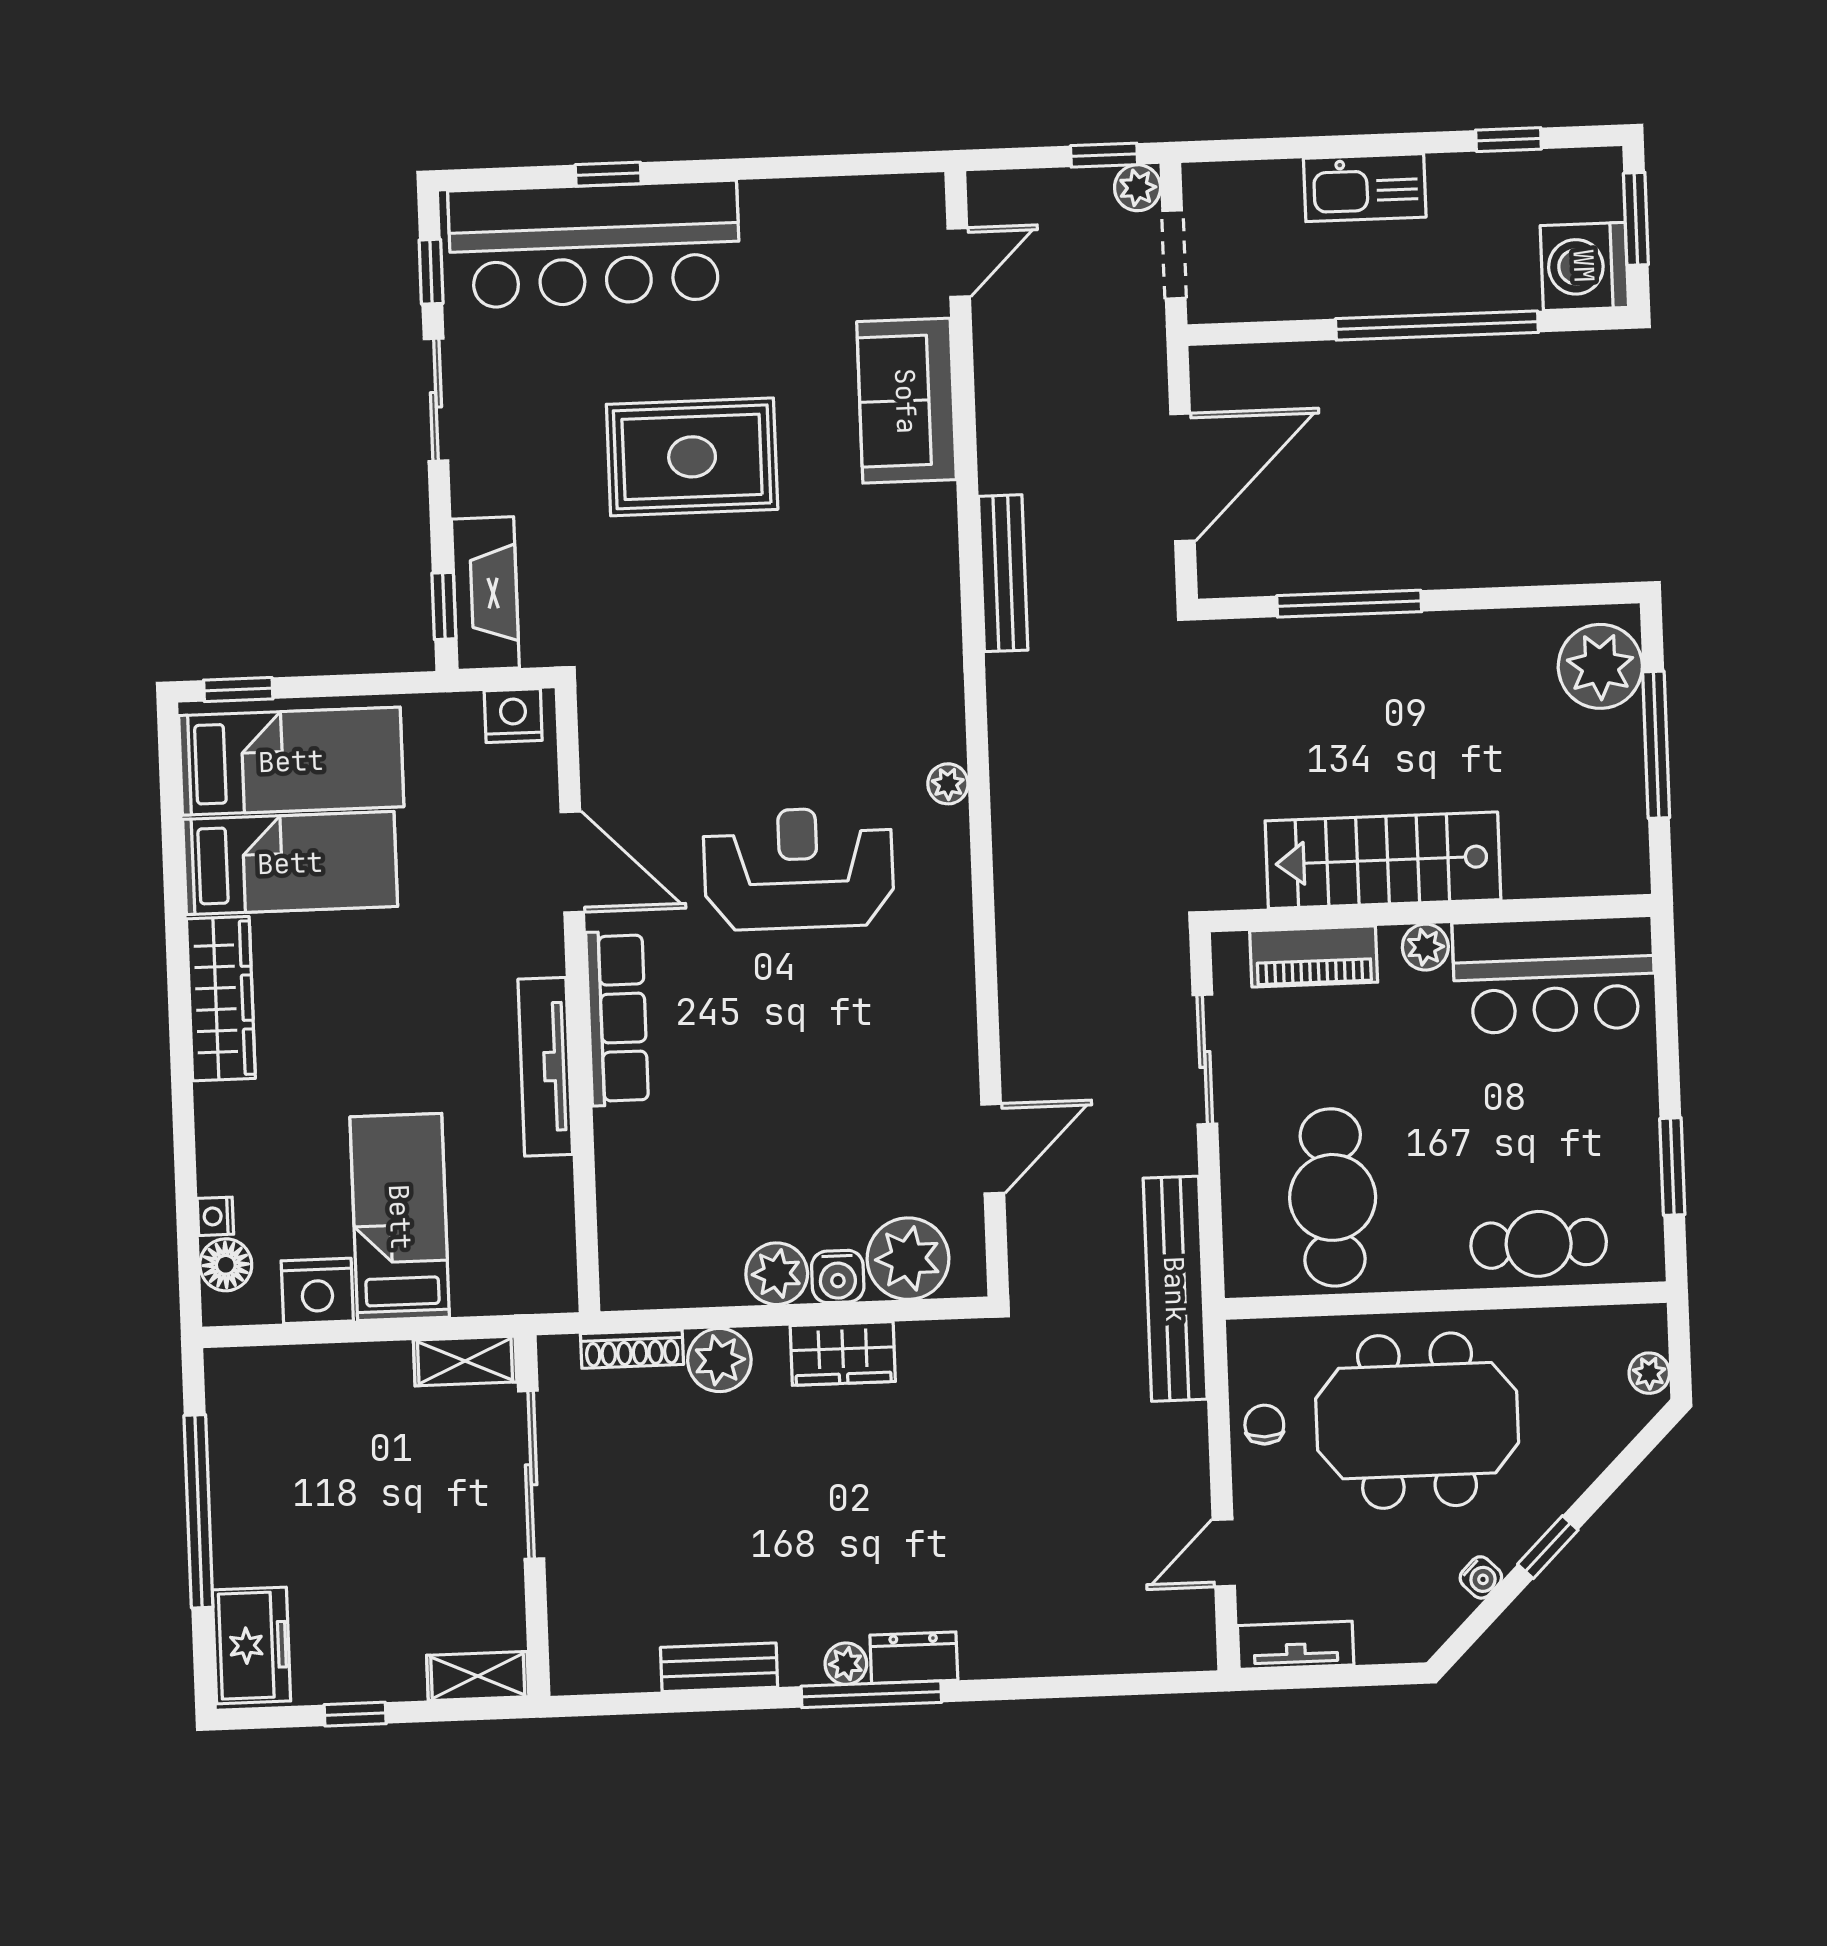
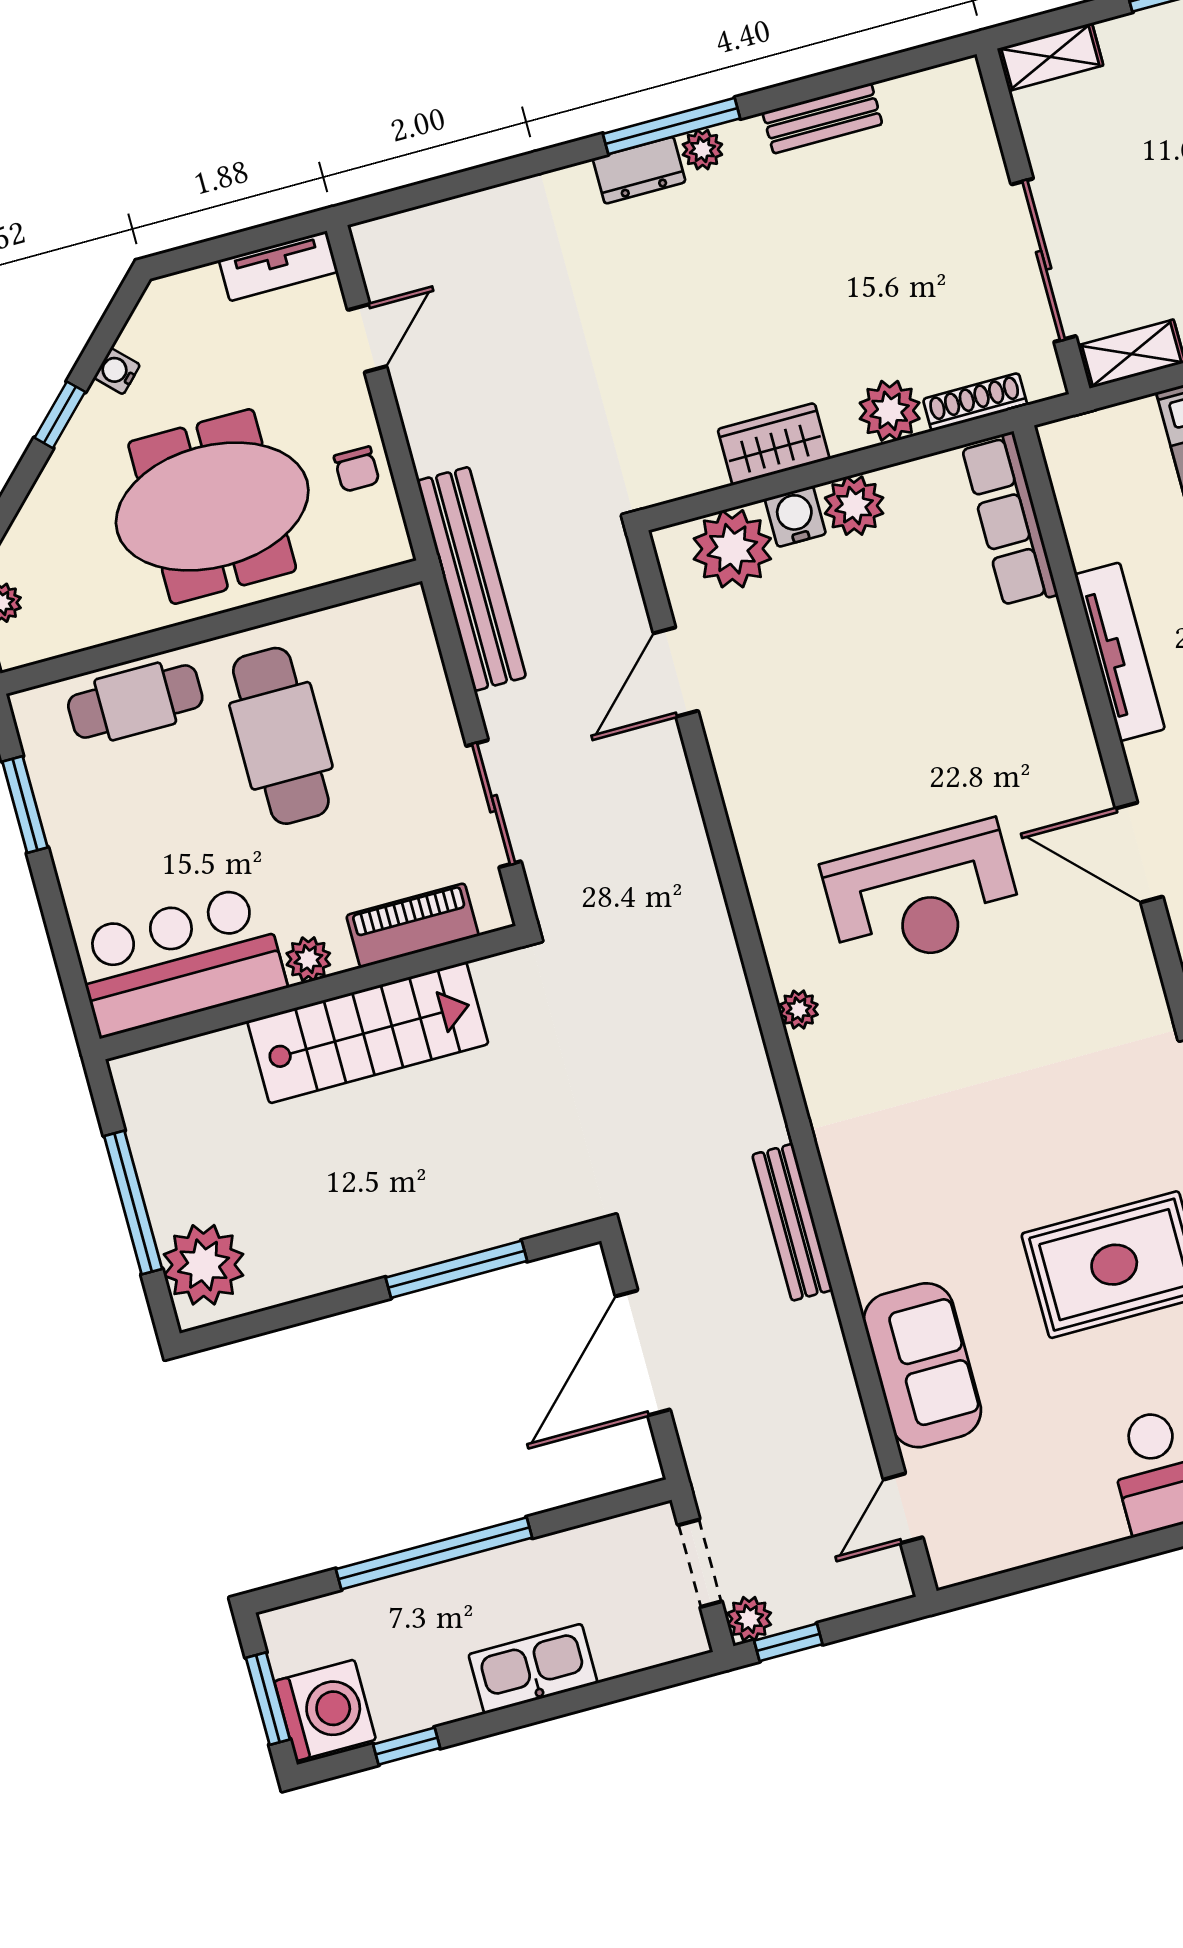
washing machine: (1584, 266) -> (325, 1710), moved
row of seats: (617, 1018) -> (1009, 520), moved
cafe table: (1333, 1197) -> (281, 736), moved

